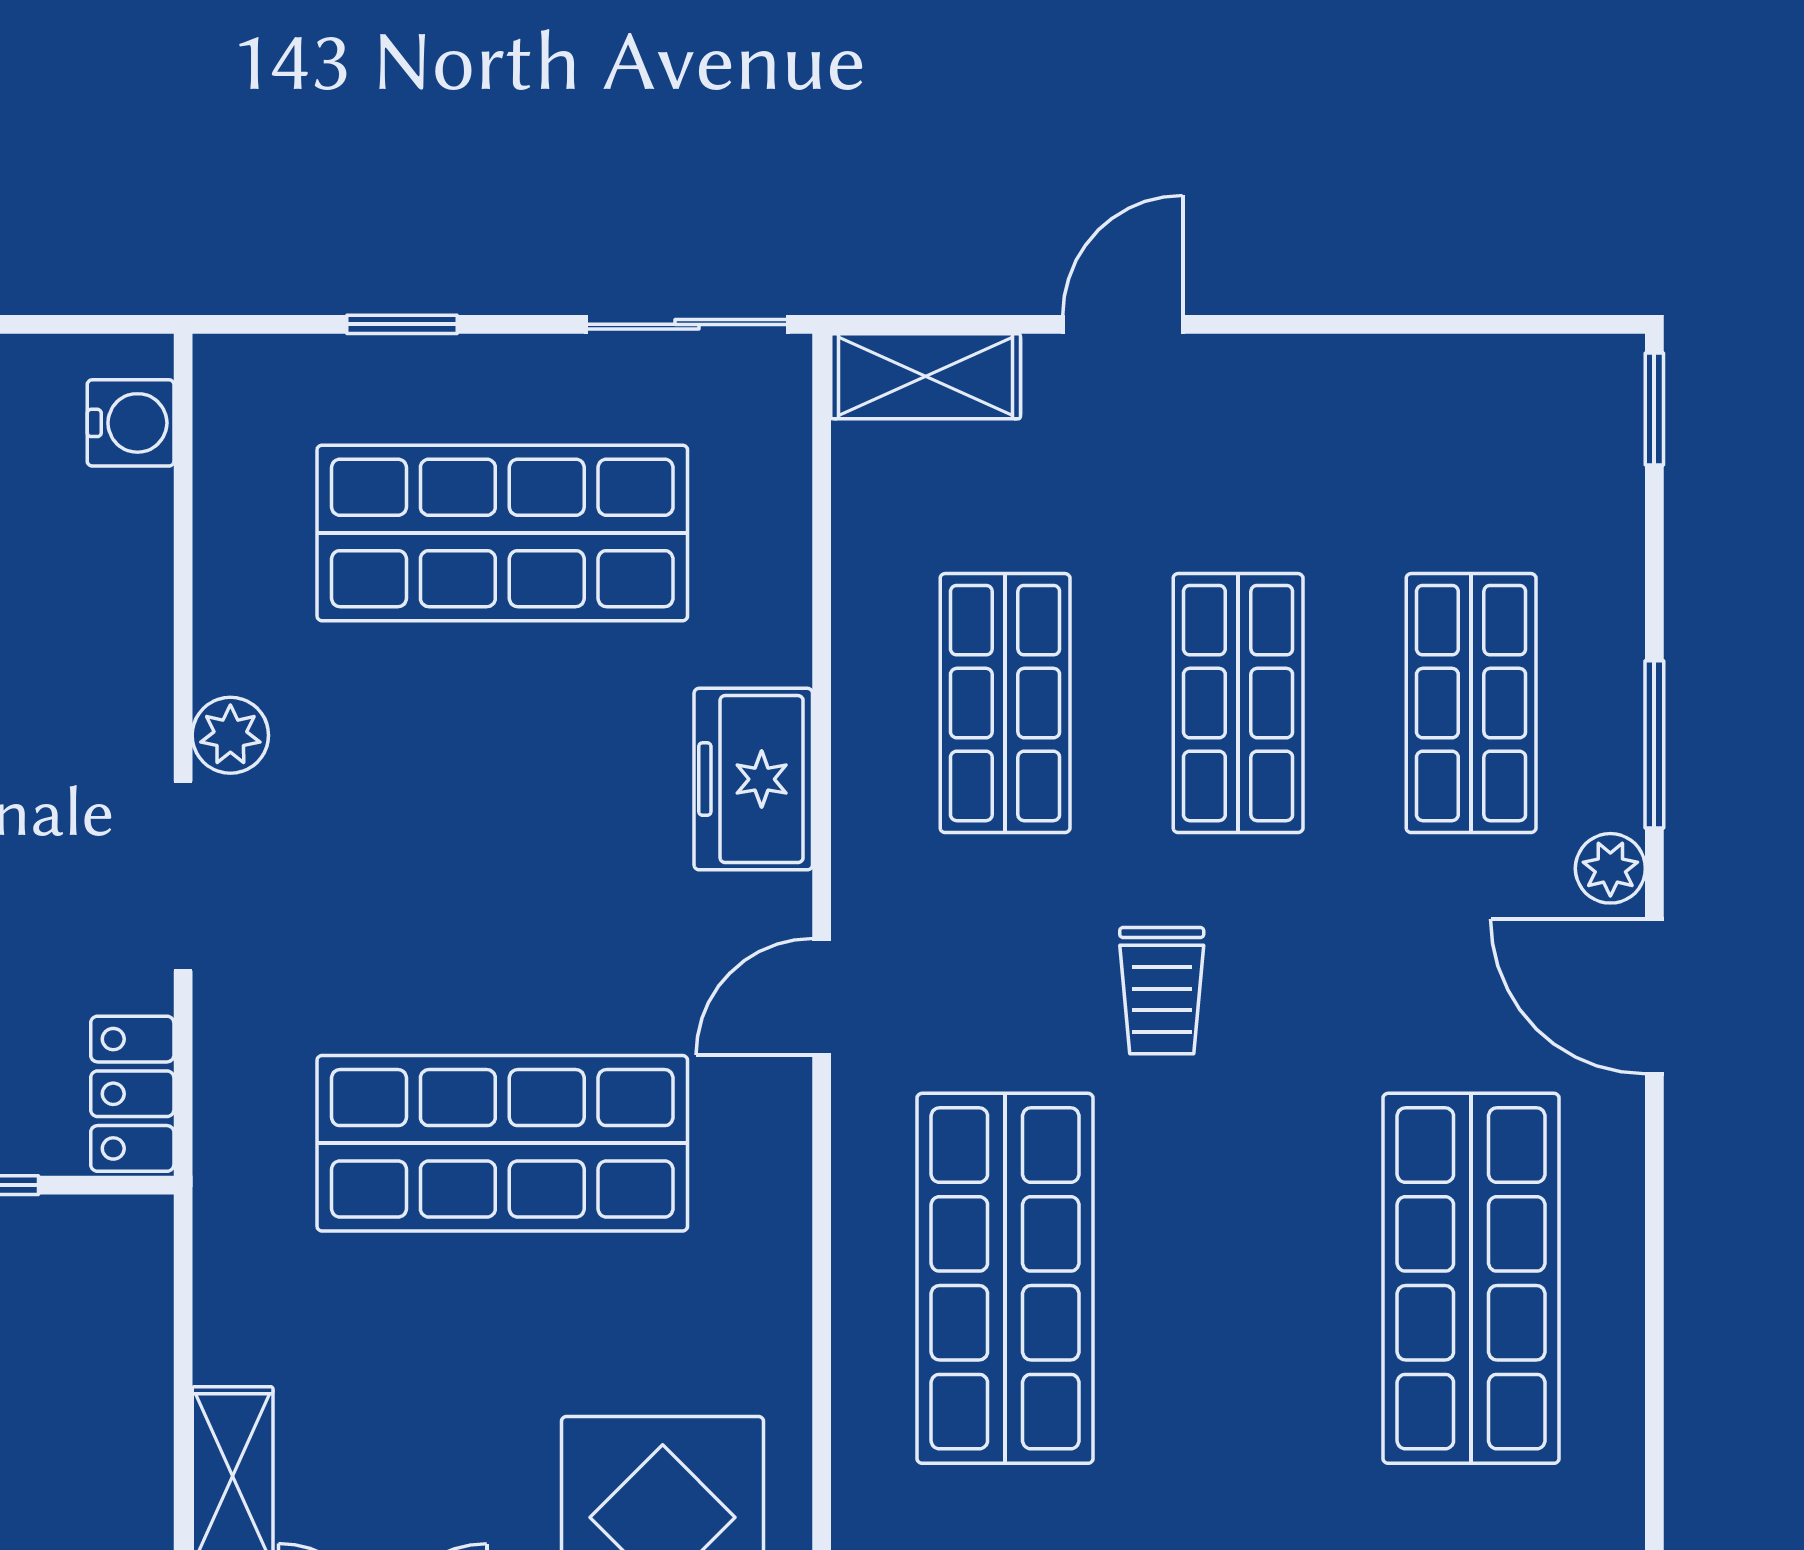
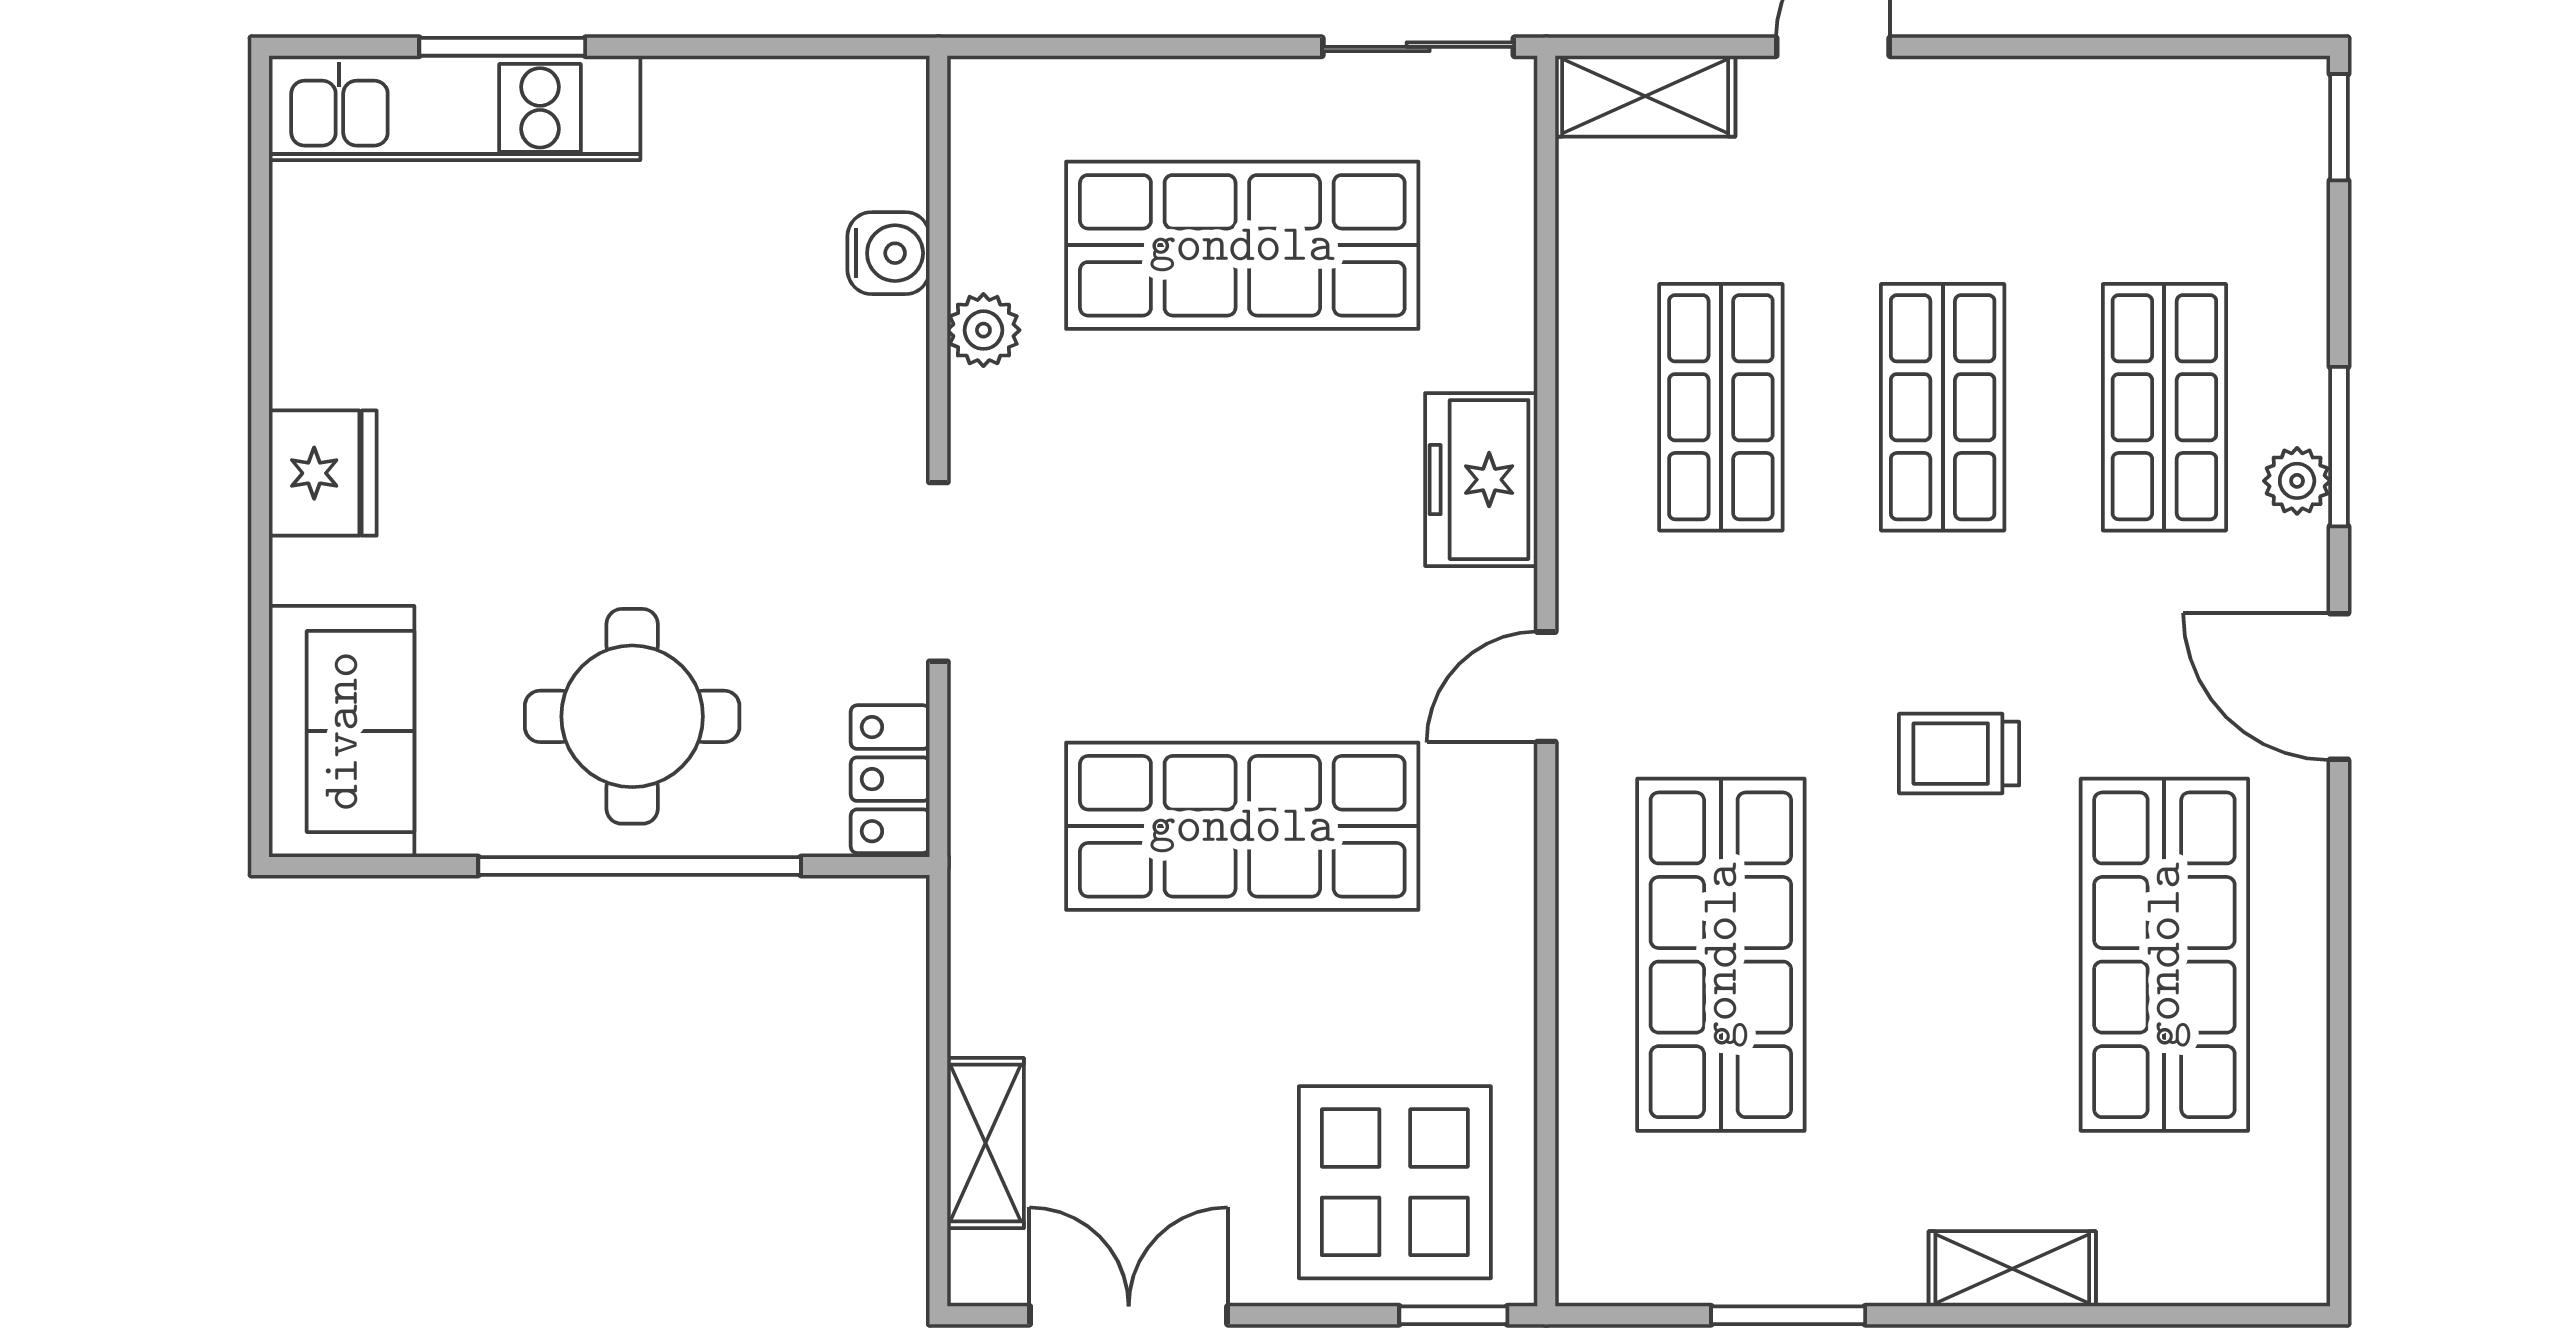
window: (402, 324) -> (1147, 47), removed
water cooler: (131, 423) -> (888, 253), moved
plant: (230, 735) -> (983, 330), moved
plant: (1610, 868) -> (2297, 481), moved
trolley: (1162, 991) -> (1959, 754), moved, turned 90

